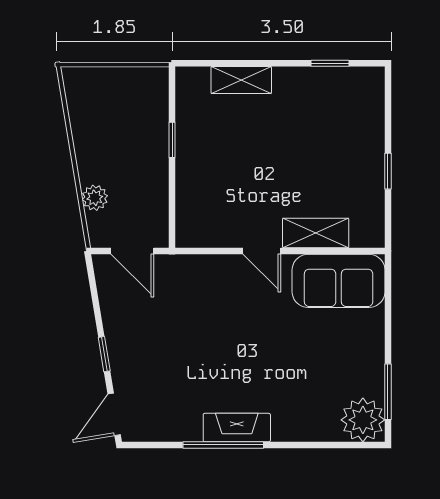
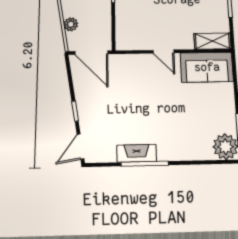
shelving: (316, 233) -> (212, 41), moved
door: (132, 251) -> (91, 53), width x1.38
fireplace: (237, 428) -> (137, 153), moved

